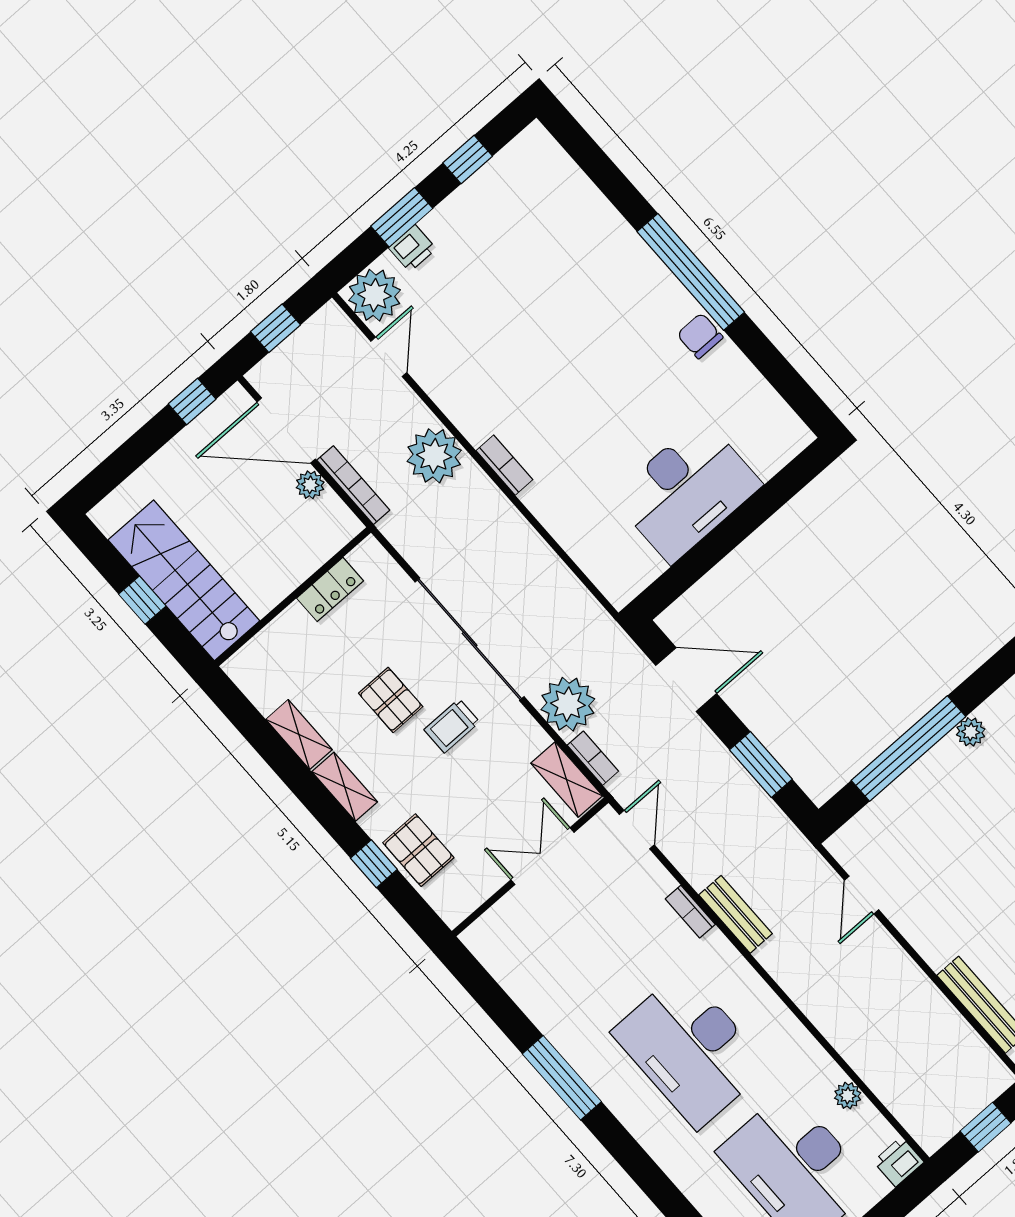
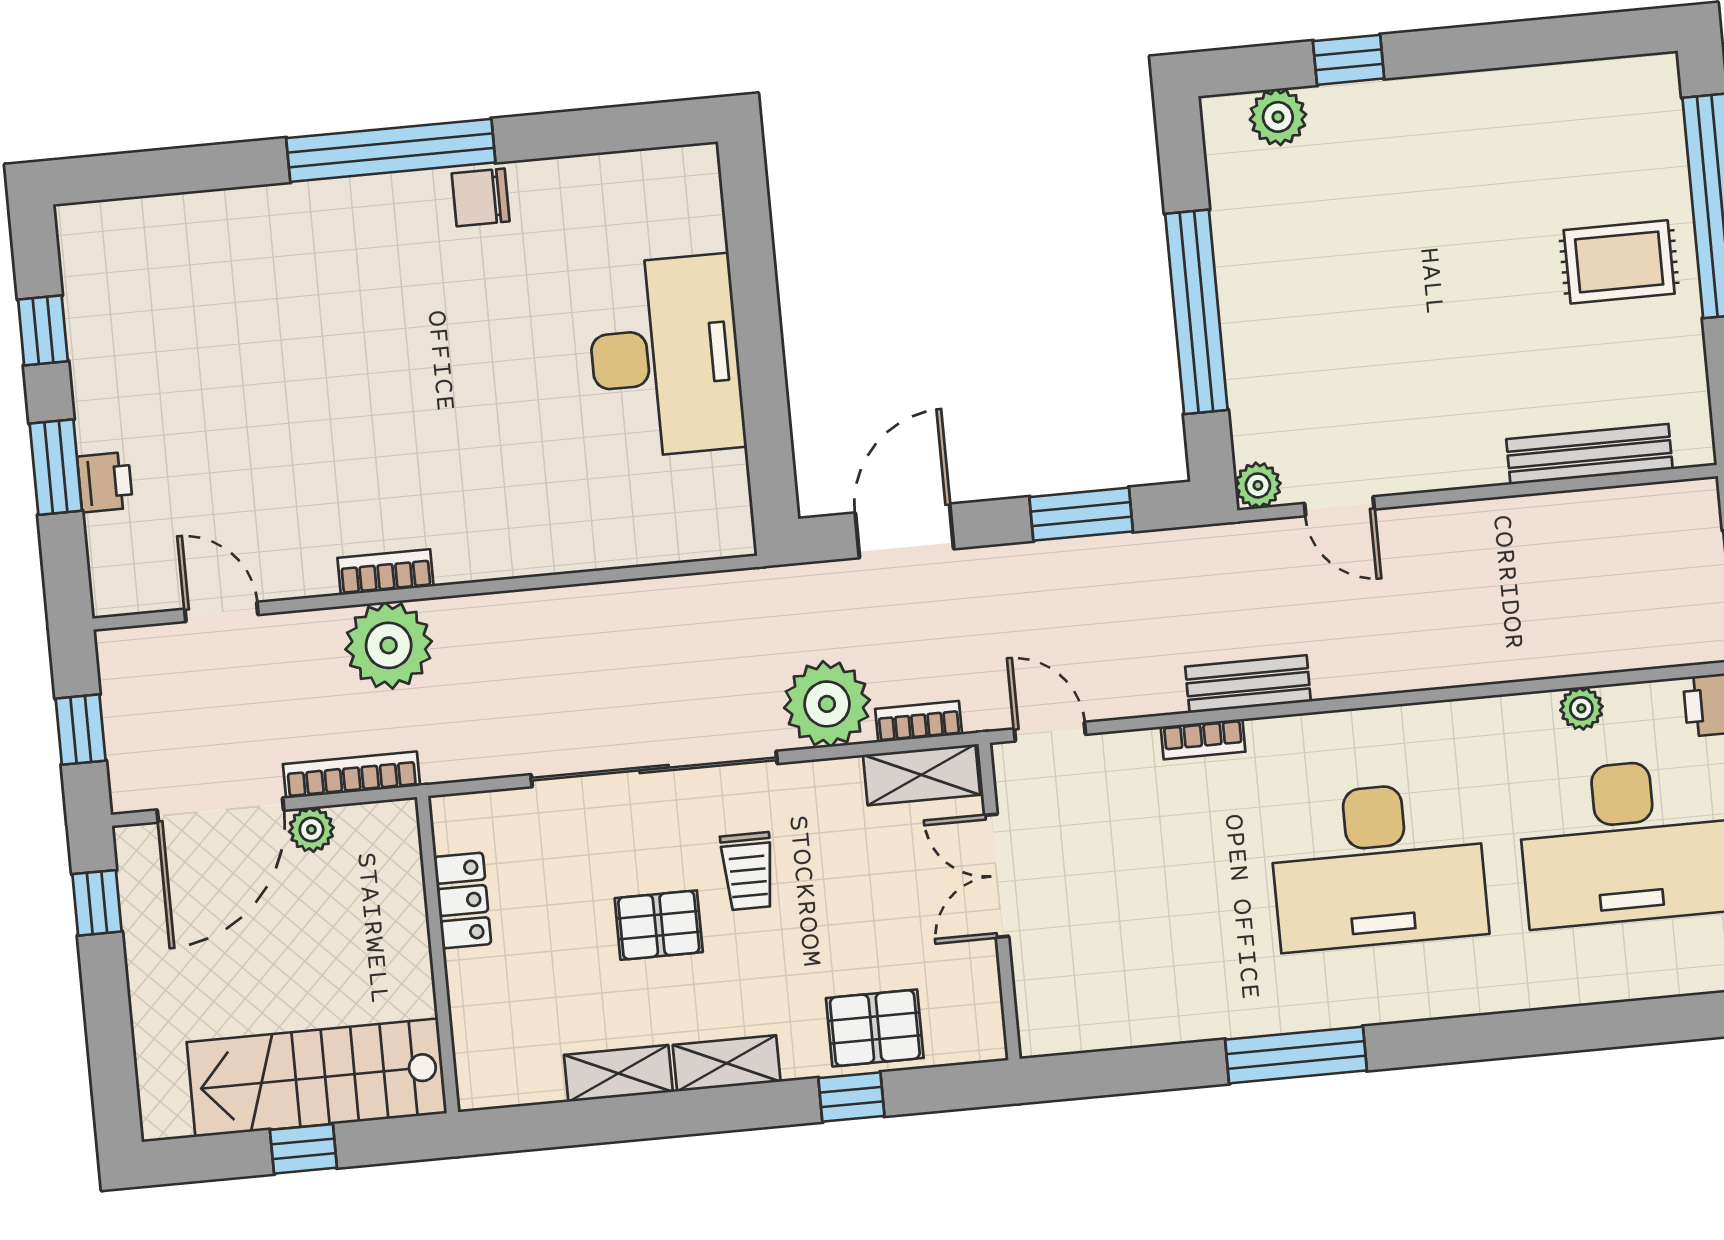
plant: (375, 295) -> (130, 573), removed
bookcase: (504, 465) -> (385, 572), moved
plant: (971, 732) -> (1258, 485), moved

